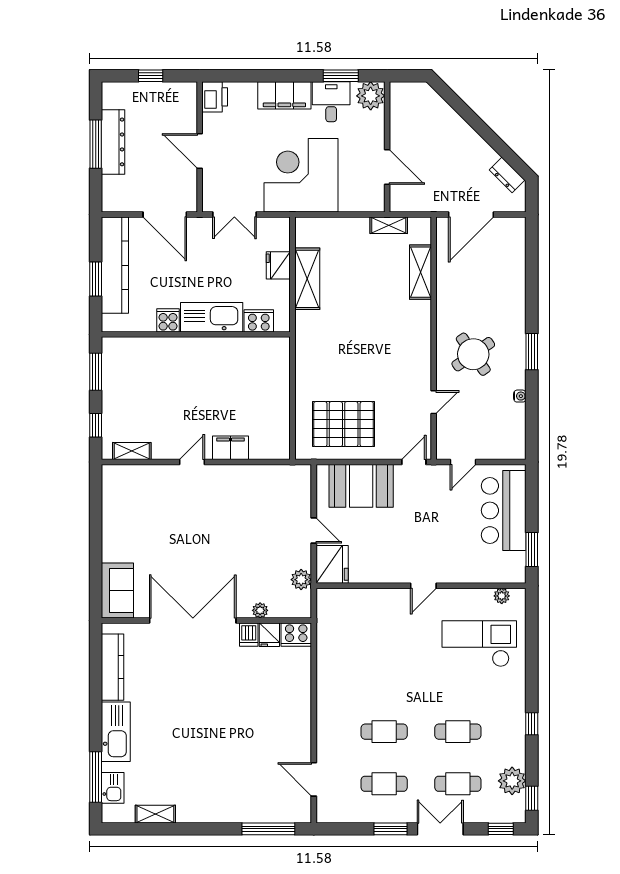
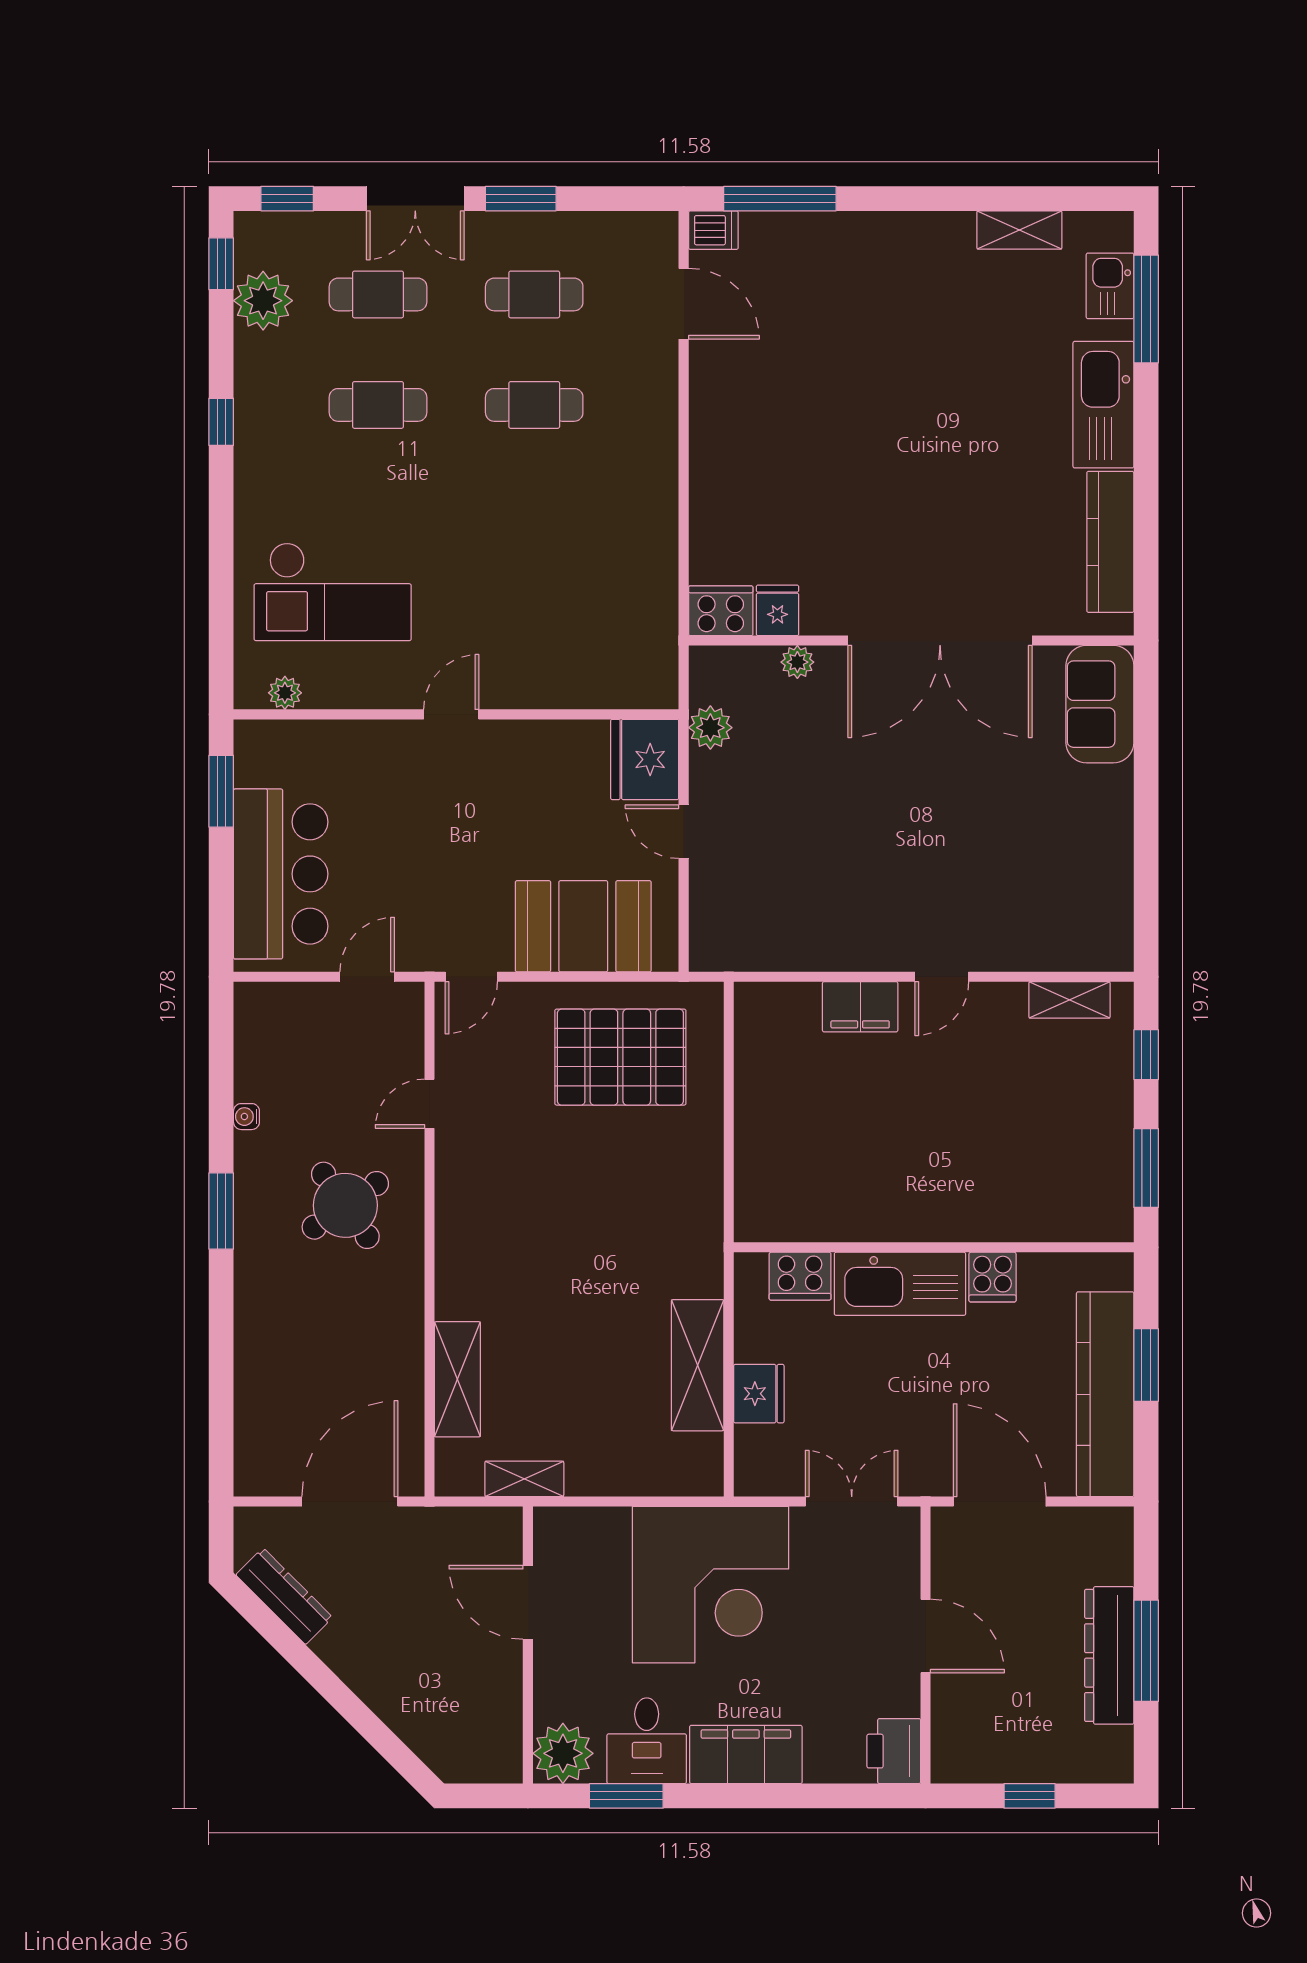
dresser: (507, 175) -> (284, 1596), width x1.44
dishwasher: (249, 635) -> (713, 230), moved, turned 90

